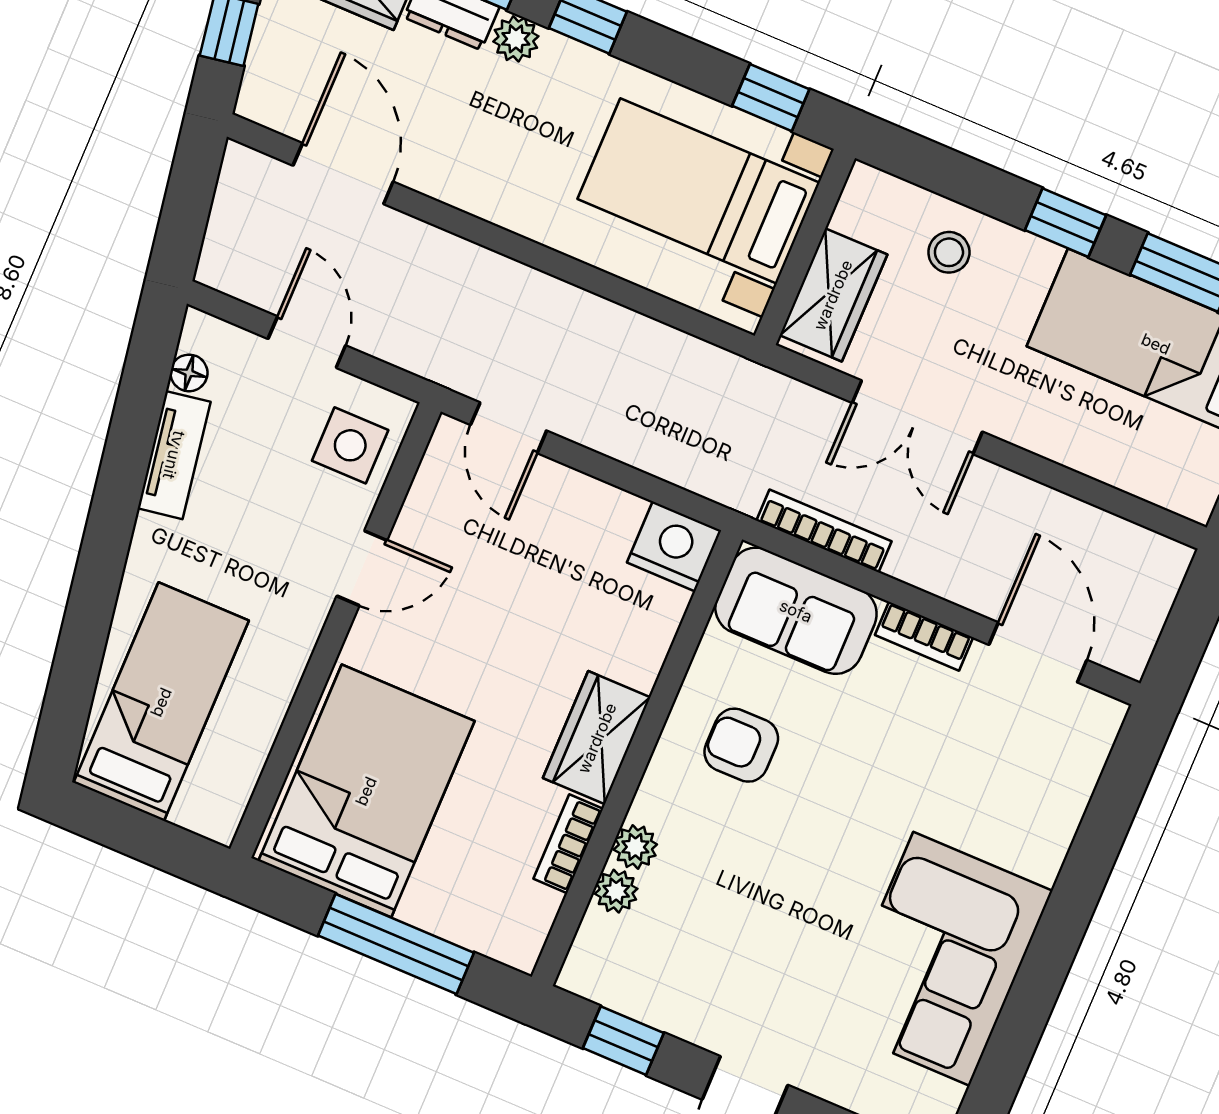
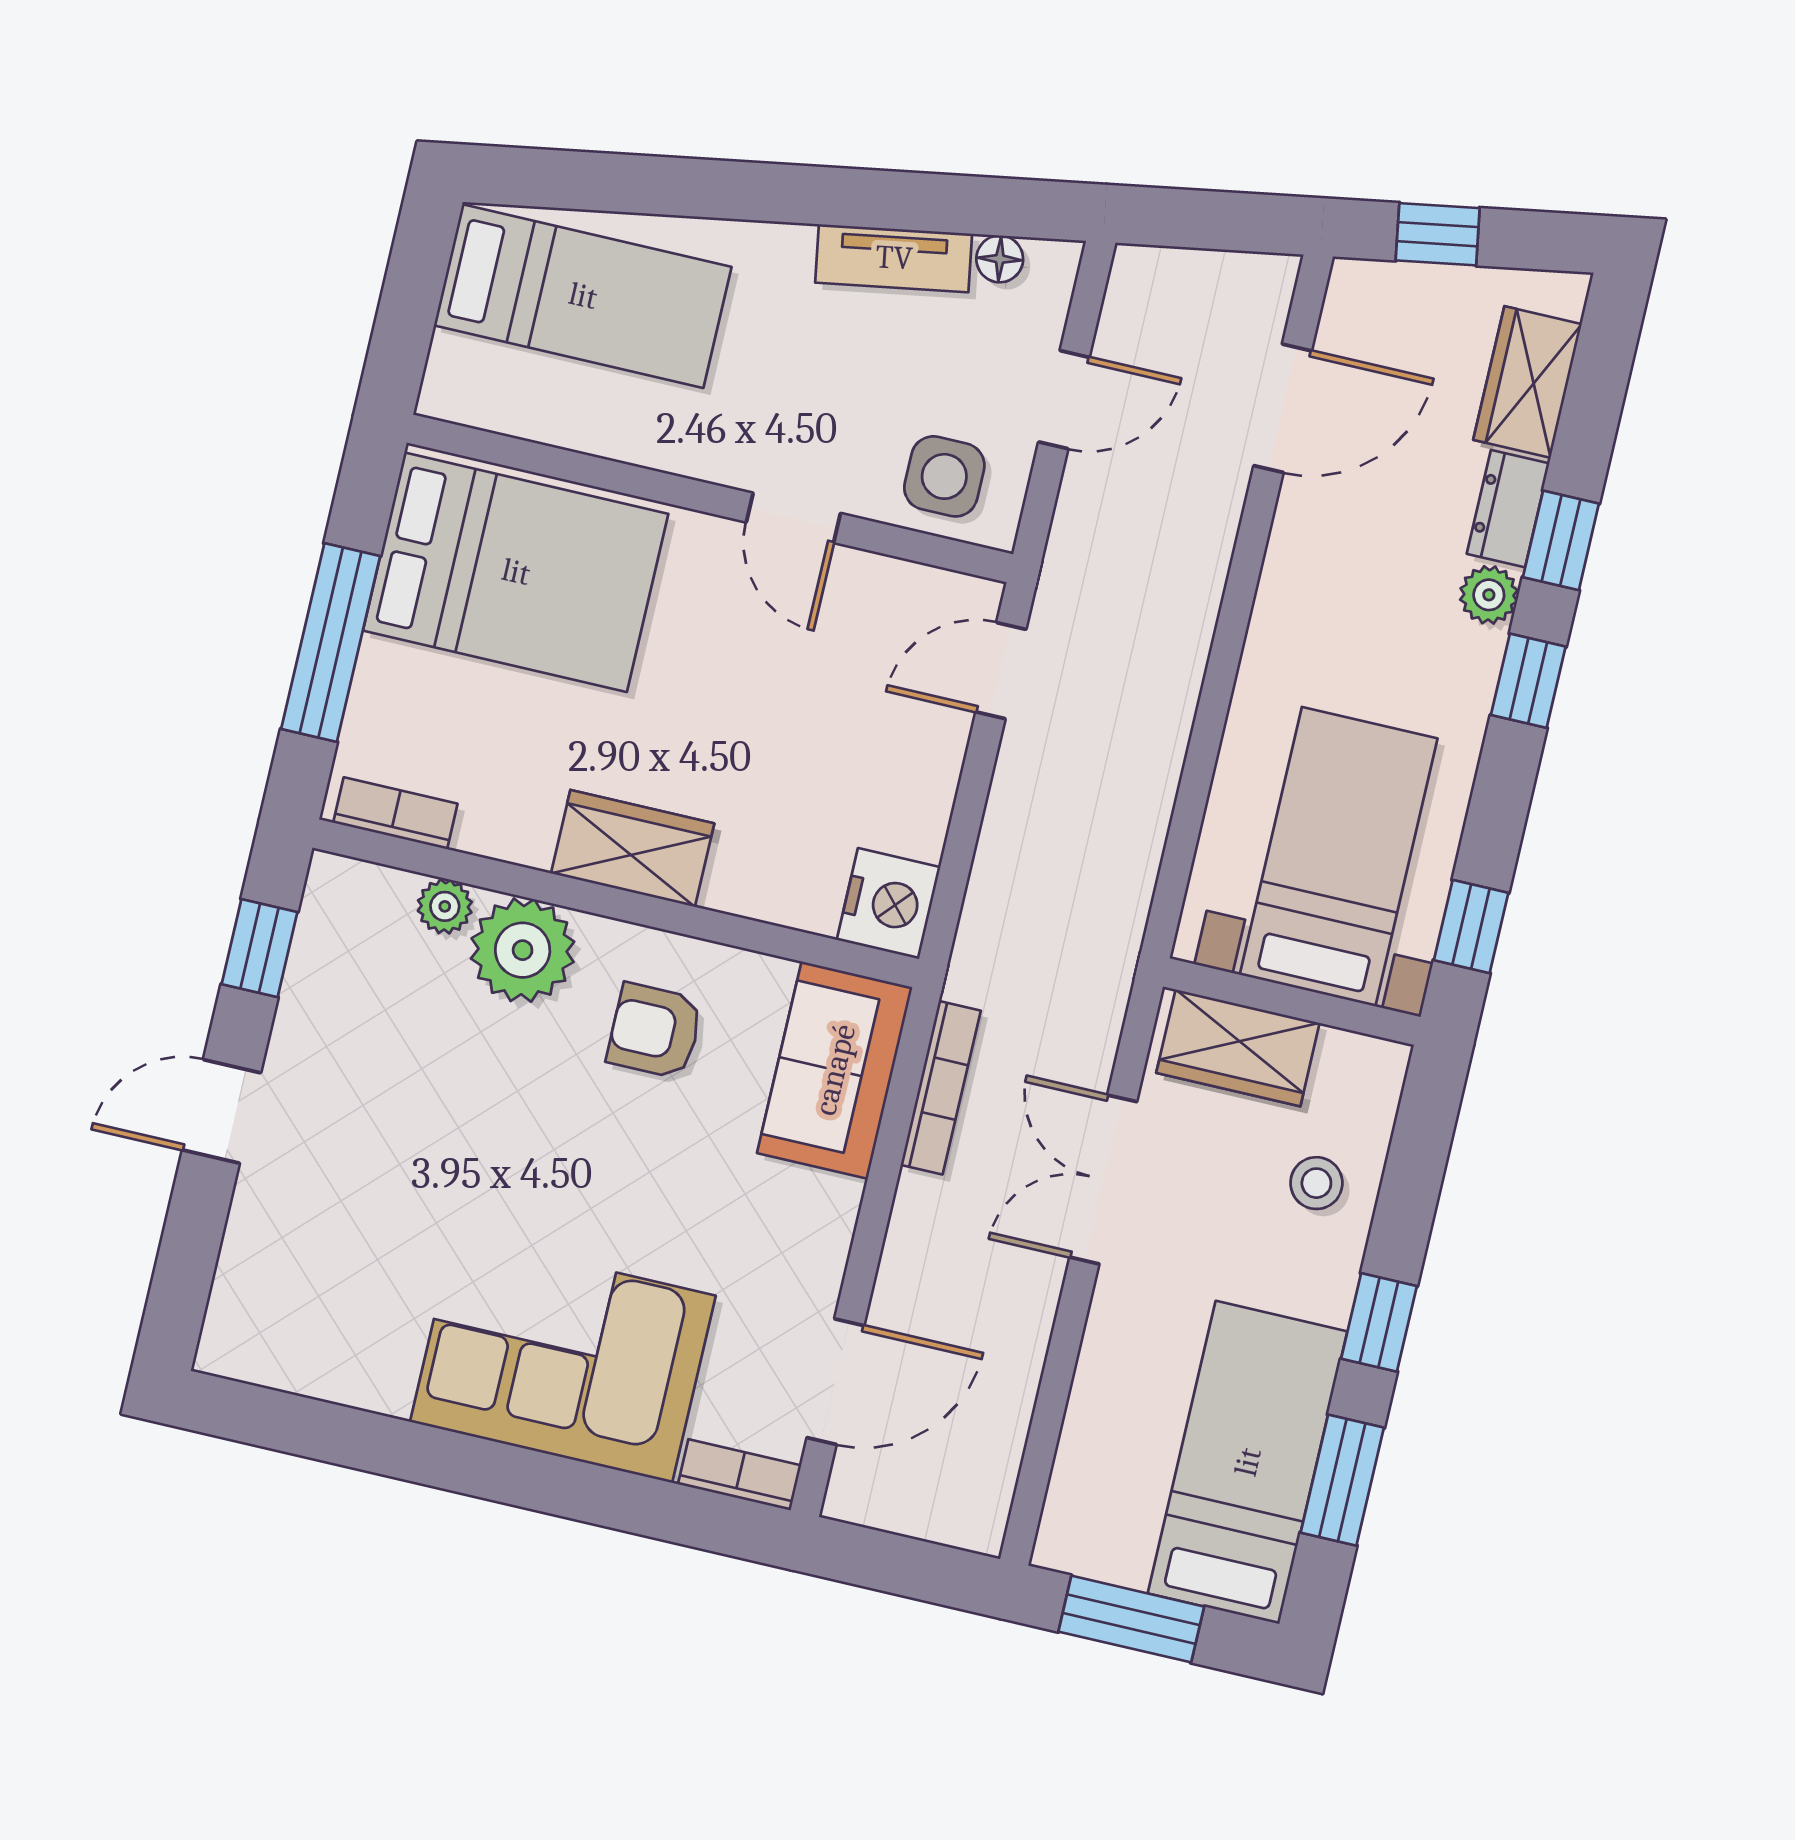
bookcase: (924, 636) -> (740, 1475), moved, turned 90
armchair: (741, 745) -> (655, 1031), turned -90
bookcase: (568, 844) -> (395, 813), moved
plant: (635, 847) -> (523, 950), width x1.88, depth x1.88
corner sofa: (942, 959) -> (563, 1359), moved

